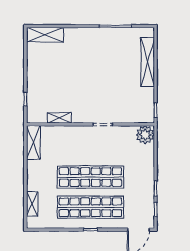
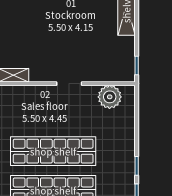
plant: (145, 135) -> (110, 97), moved

